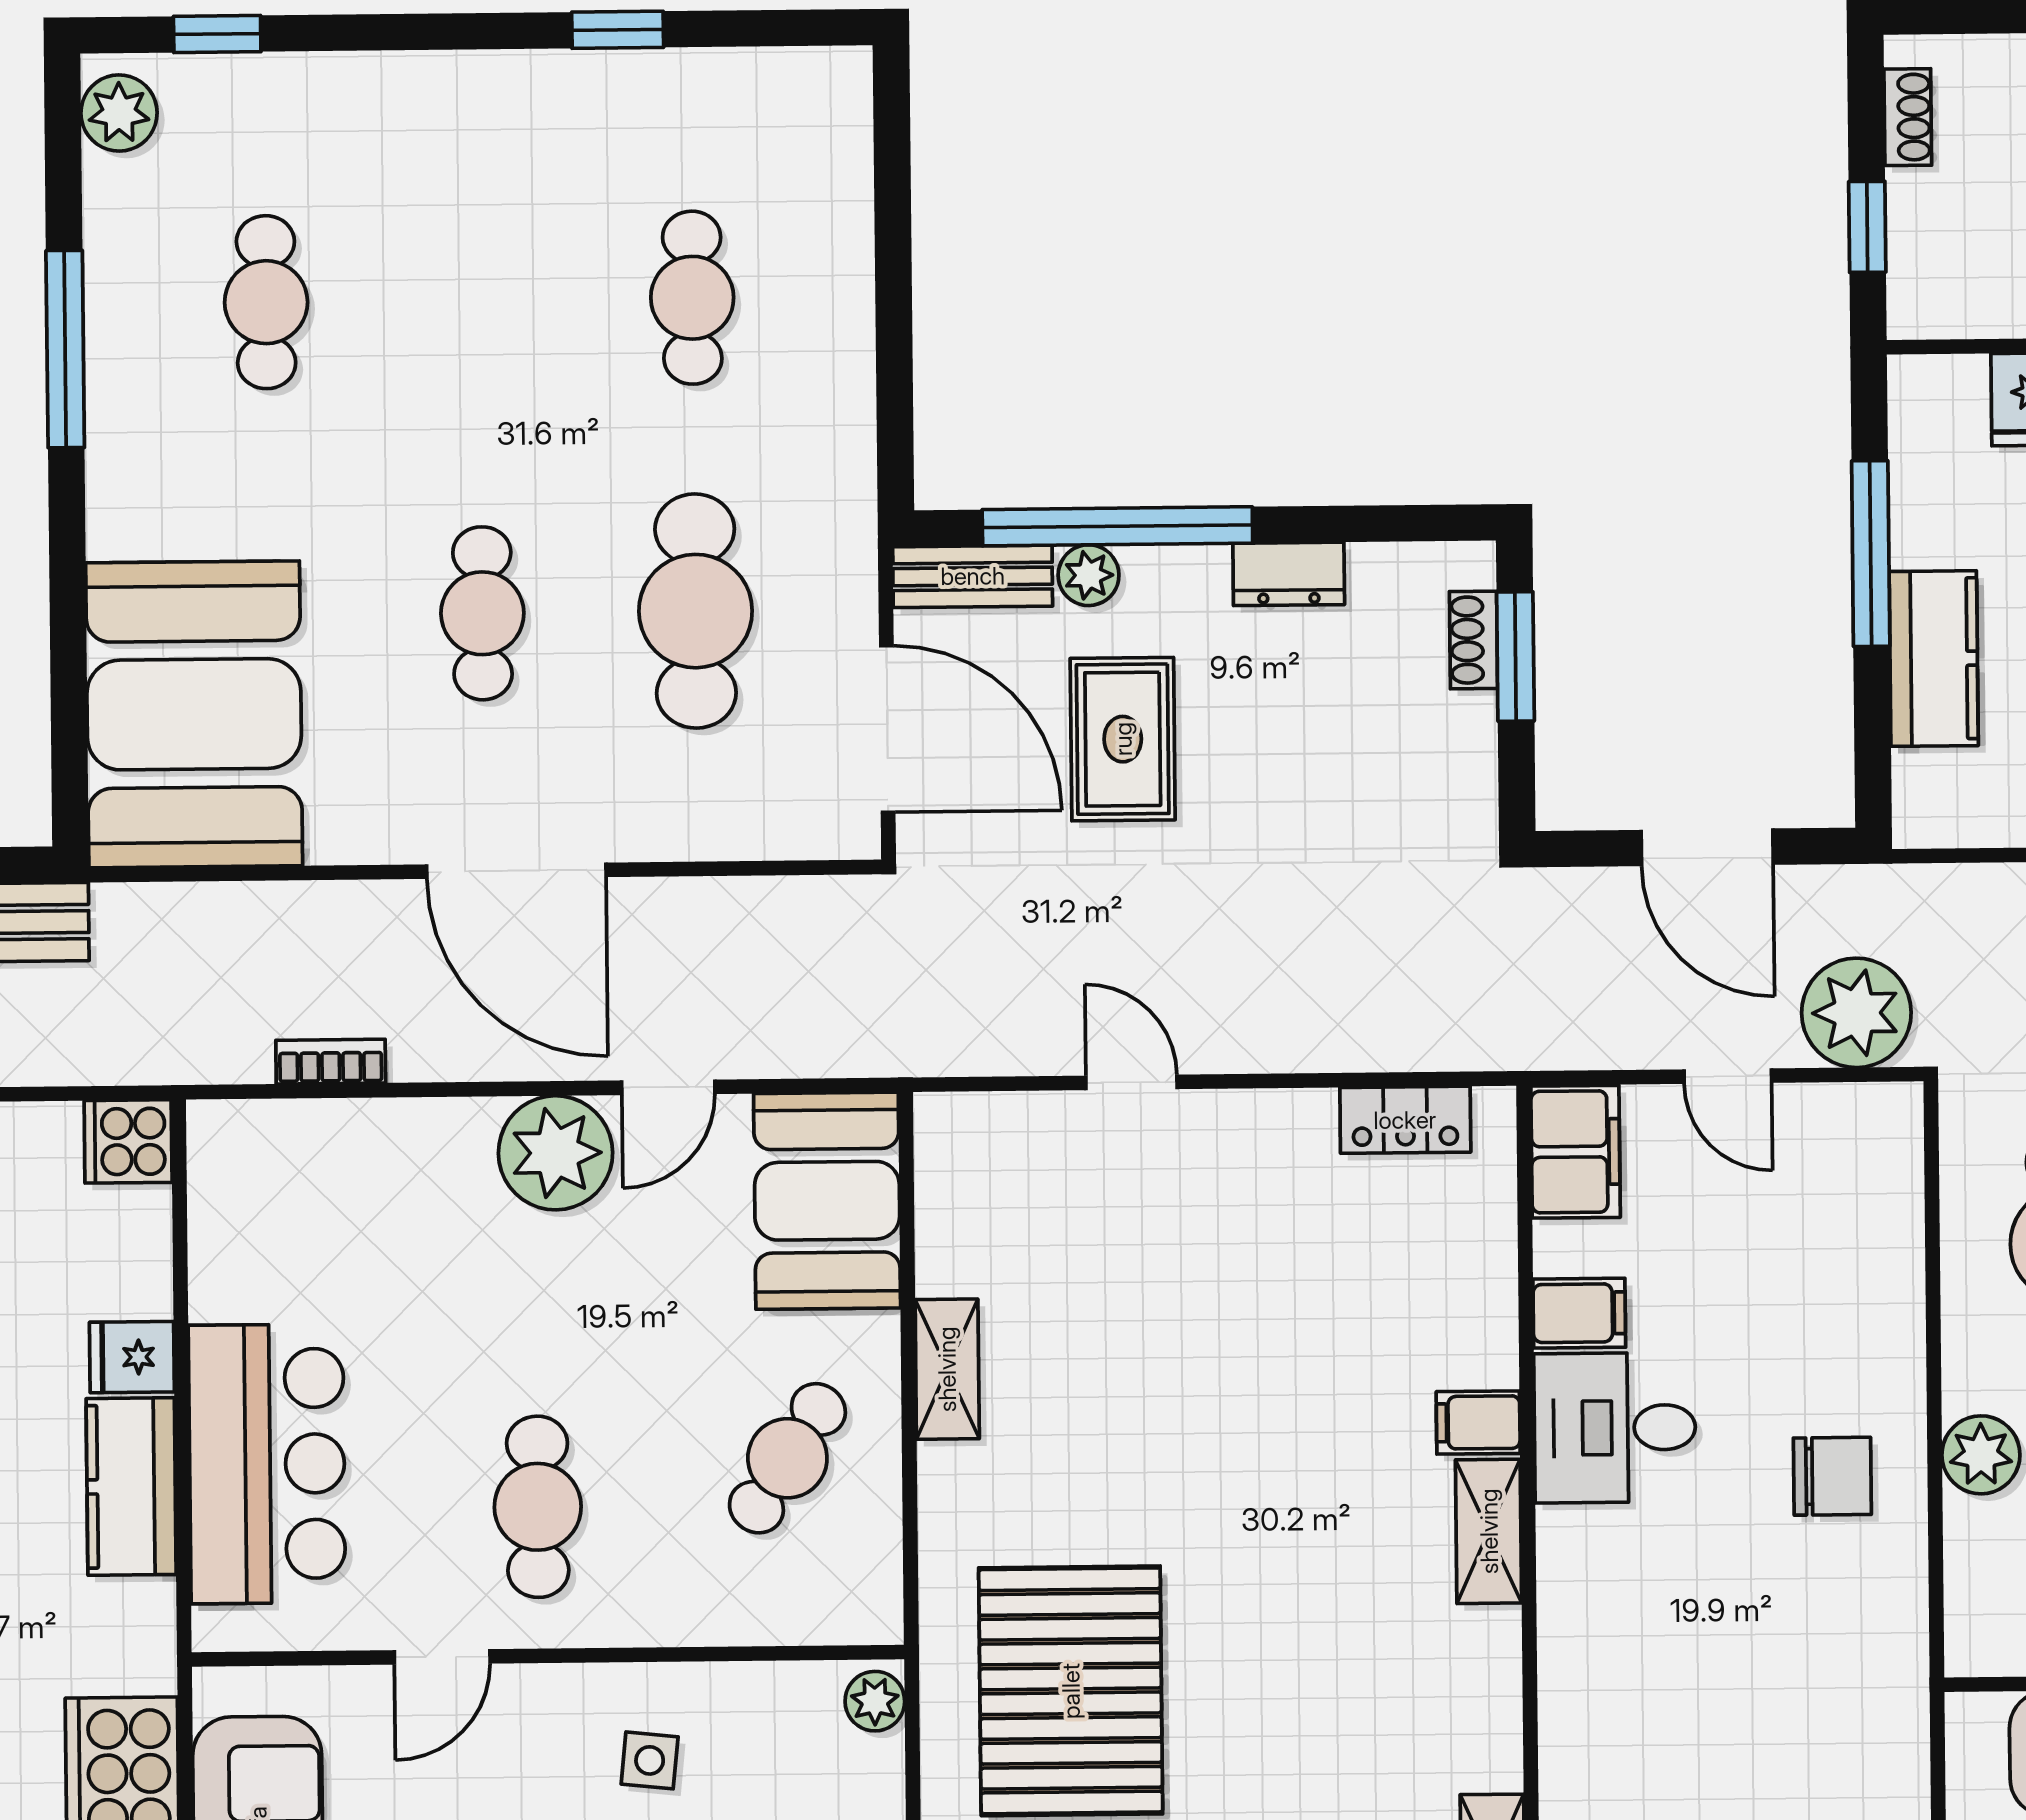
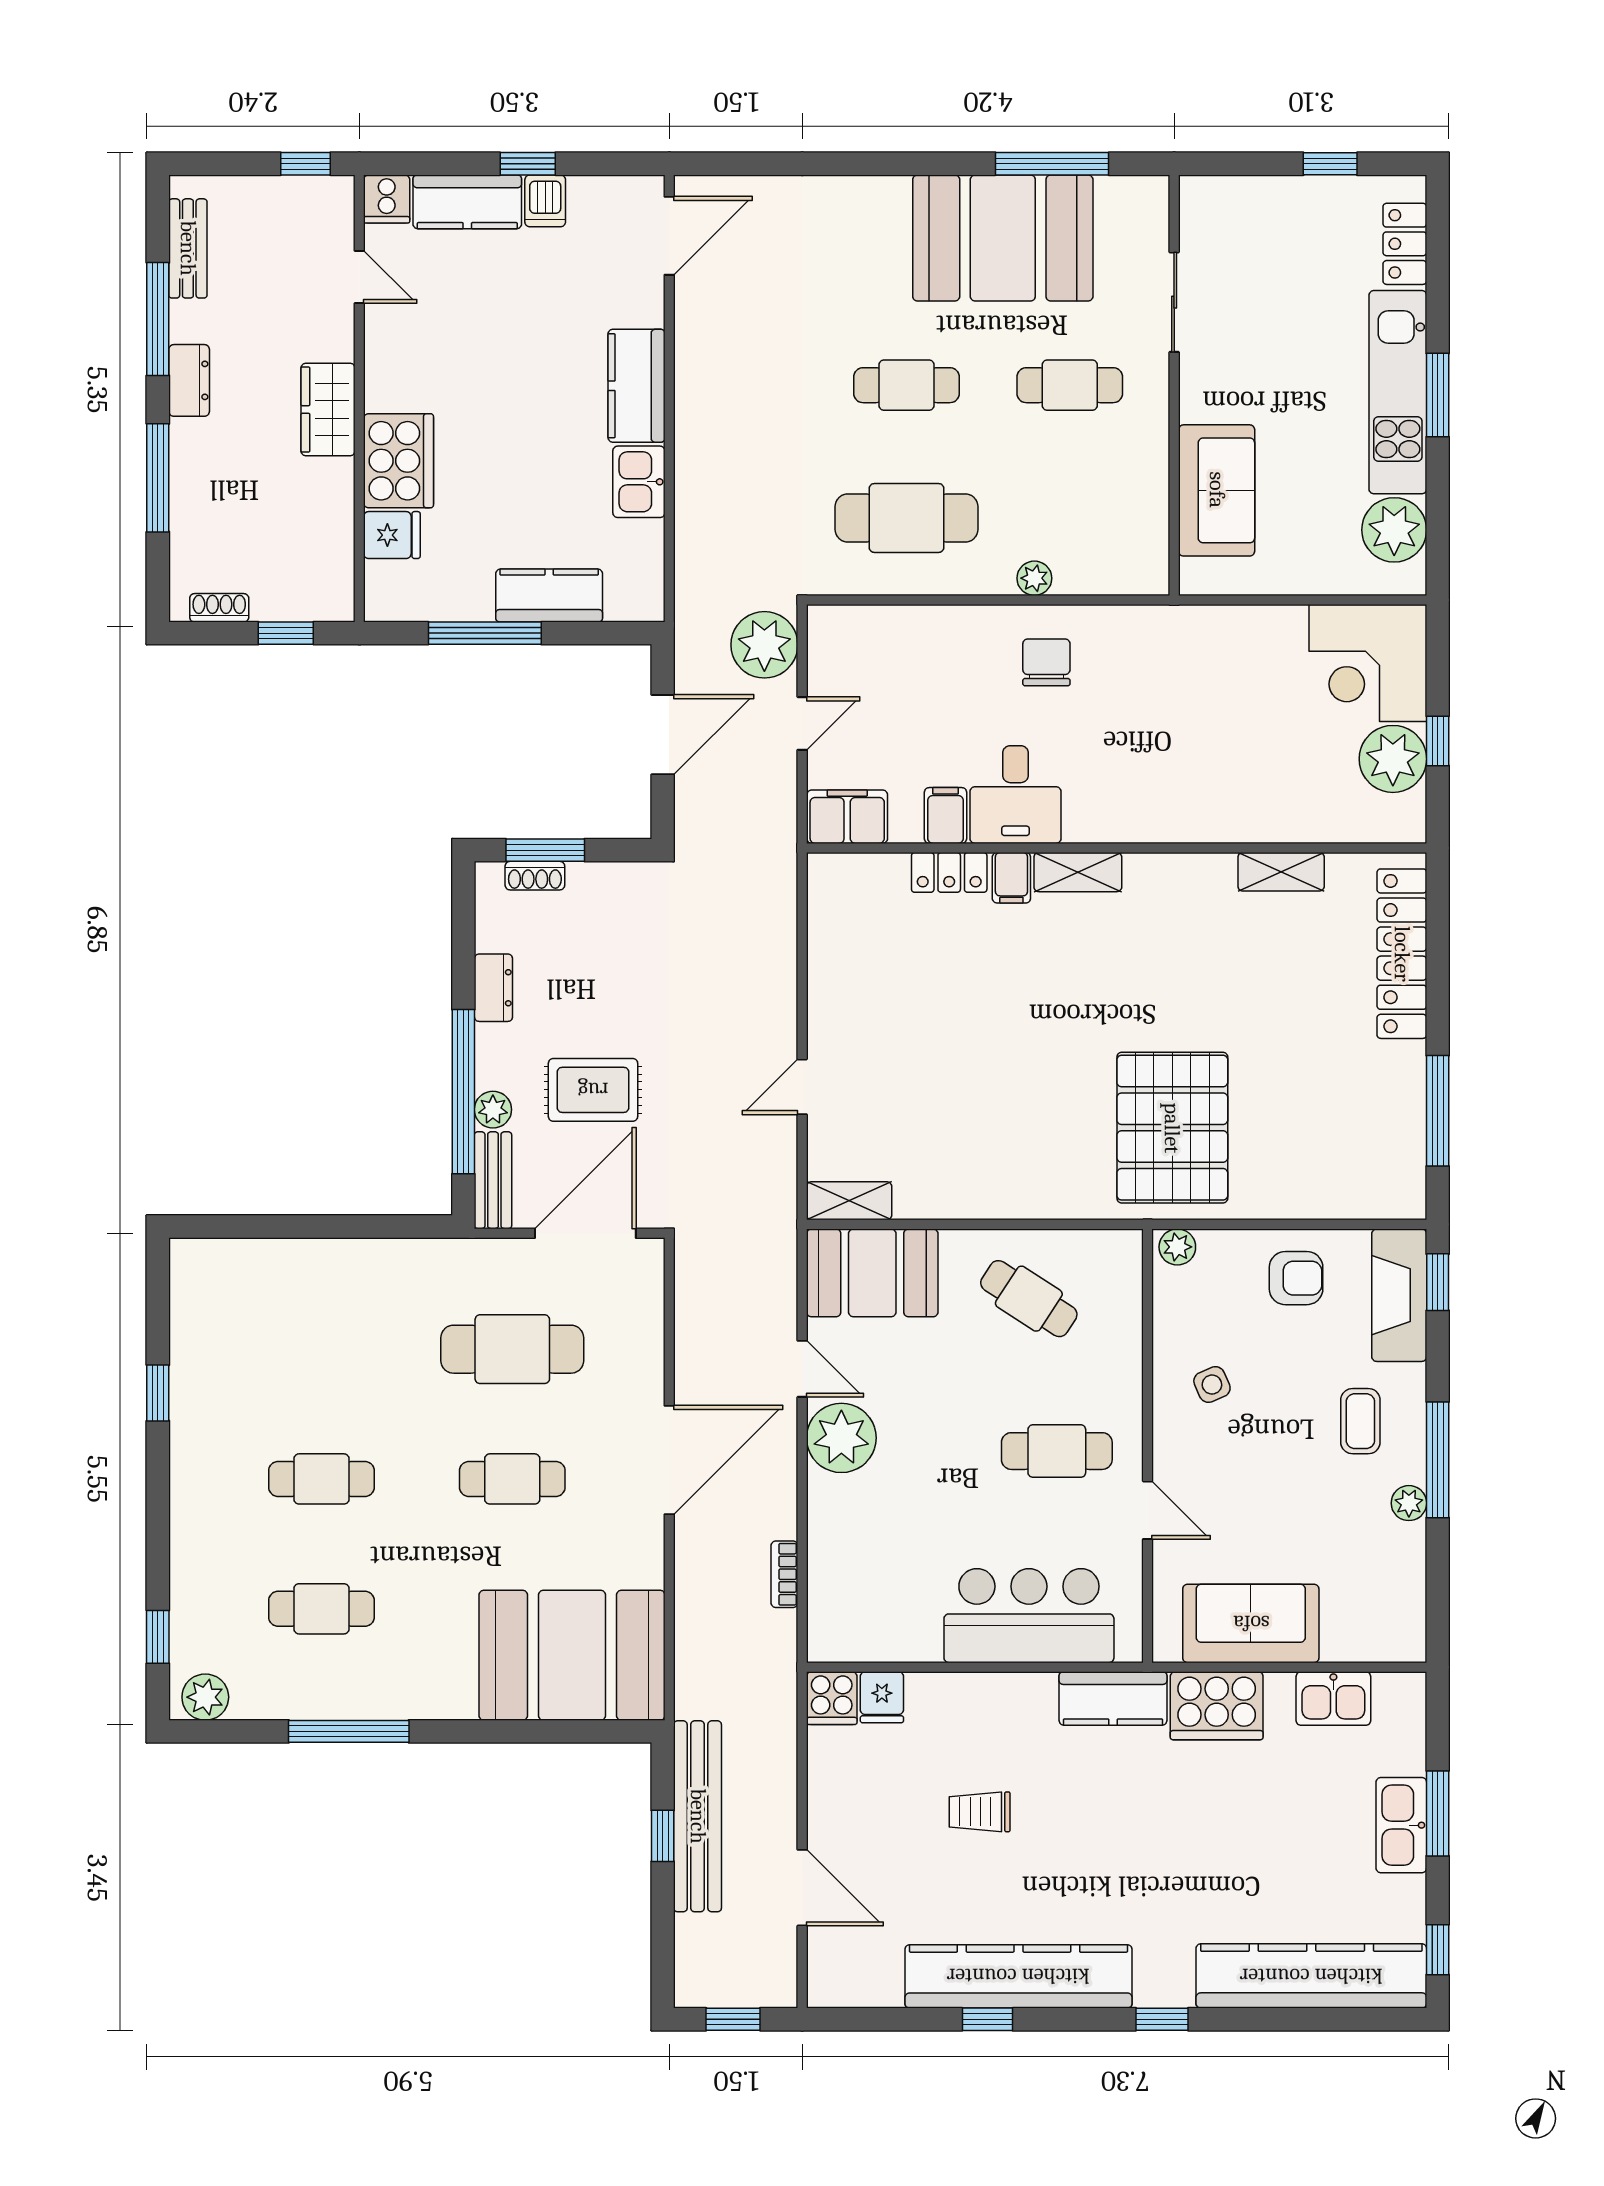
cafe table: (692, 298) -> (321, 1479), moved
locker: (1405, 1120) -> (949, 872), moved, turned 90
fridge: (132, 1357) -> (882, 1697), moved
shelving: (947, 1369) -> (849, 1201), moved
plant: (1981, 1455) -> (1034, 578), width x0.73, depth x0.73
kitchen counter: (131, 1487) -> (1113, 1699), moved
pallet: (1071, 1691) -> (1172, 1128), turned 90
side table: (650, 1760) -> (1212, 1385), turned -30

